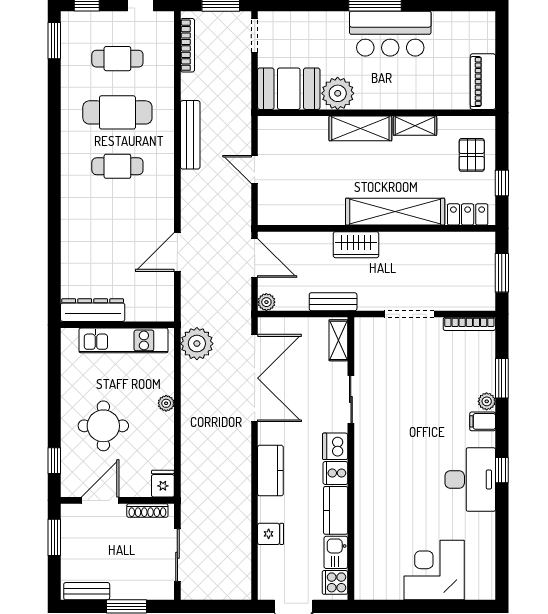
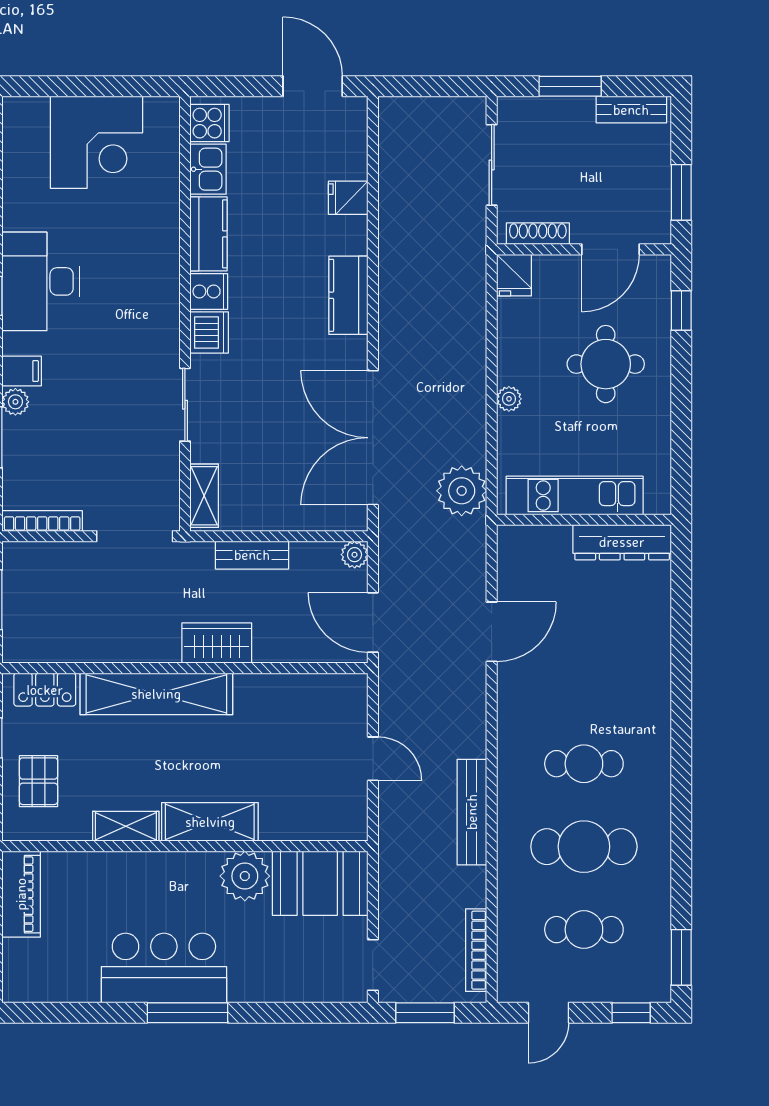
shelving: (338, 340) -> (204, 496), moved
sliding door: (351, 399) -> (185, 405), moved
dishwasher: (335, 446) -> (209, 333), moved
wall: (351, 459) -> (185, 314), moved
cooker: (335, 473) -> (209, 291), moved
kitchen counter: (336, 510) -> (208, 234), moved
kitchen sink: (336, 552) -> (208, 169), moved
cooker: (335, 582) -> (209, 123), moved

